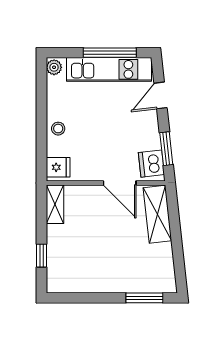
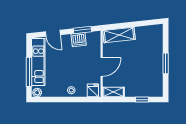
window: (110, 53) -> (29, 72), moved
dishwasher: (151, 164) -> (79, 40), moved
door: (120, 183) -> (102, 67), moved
window: (144, 298) -> (166, 63), moved

